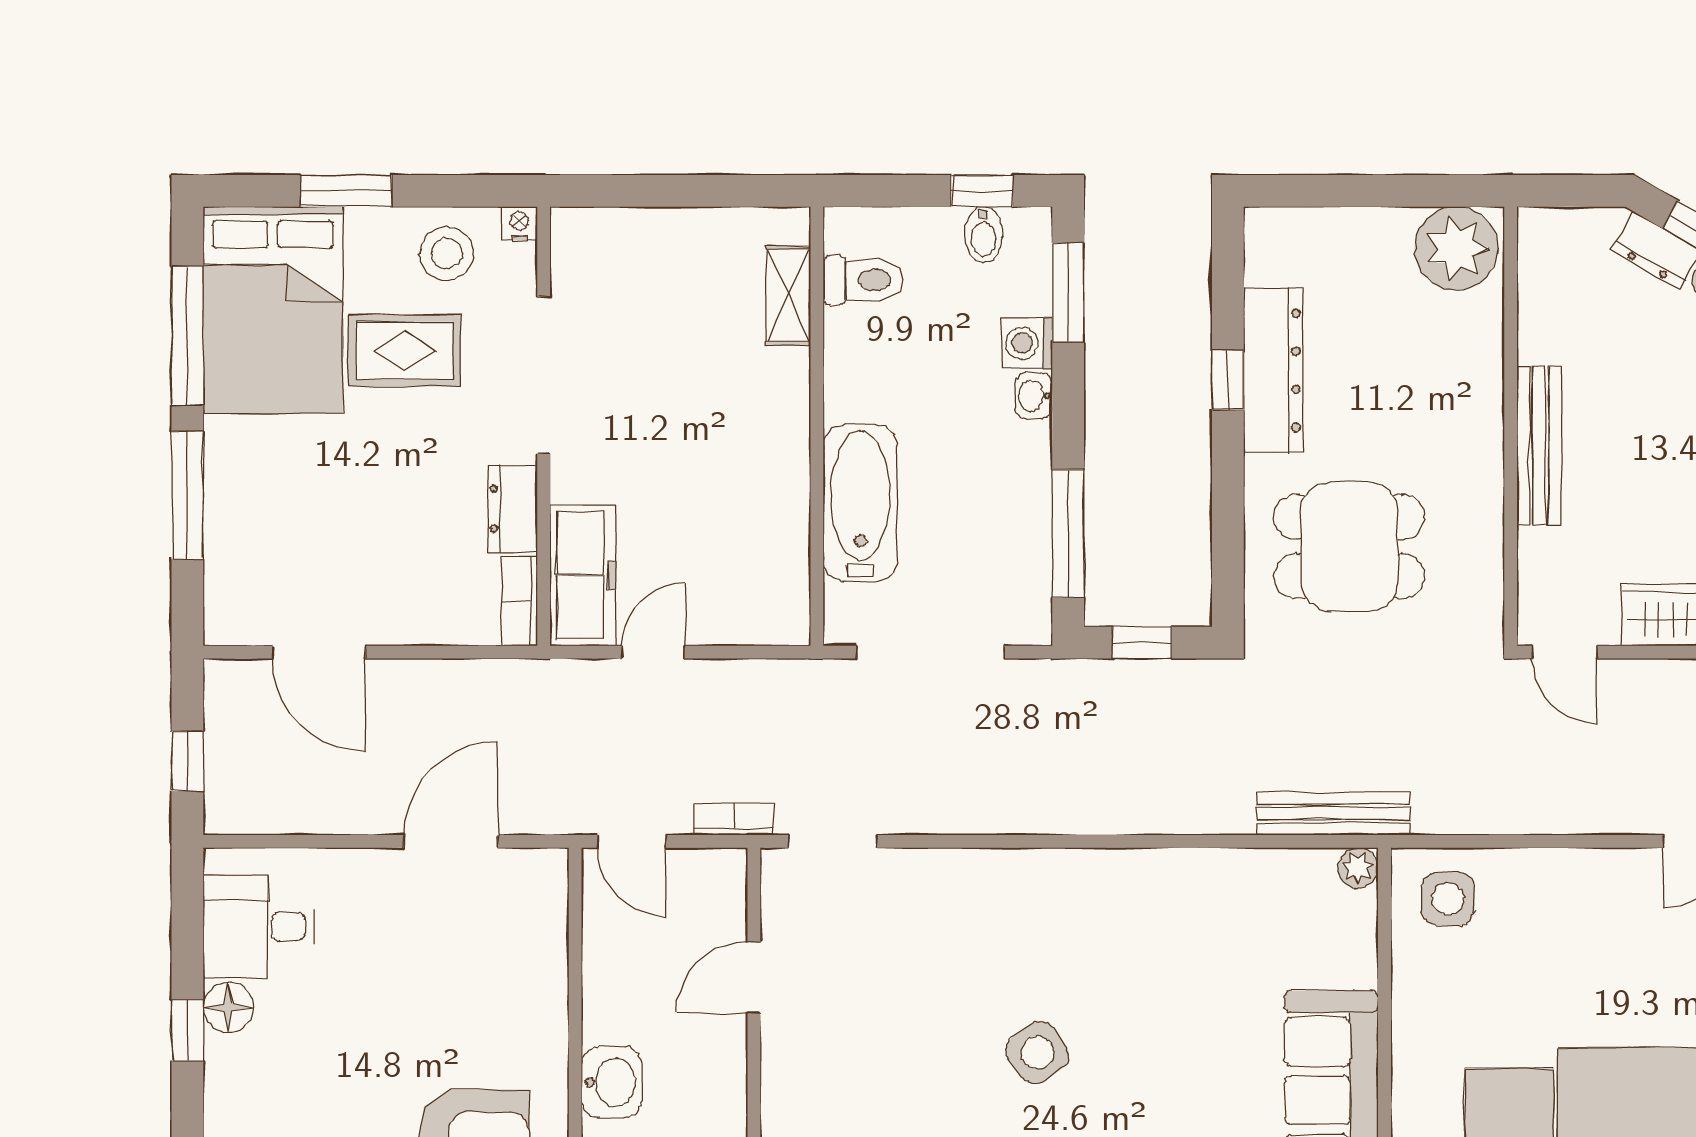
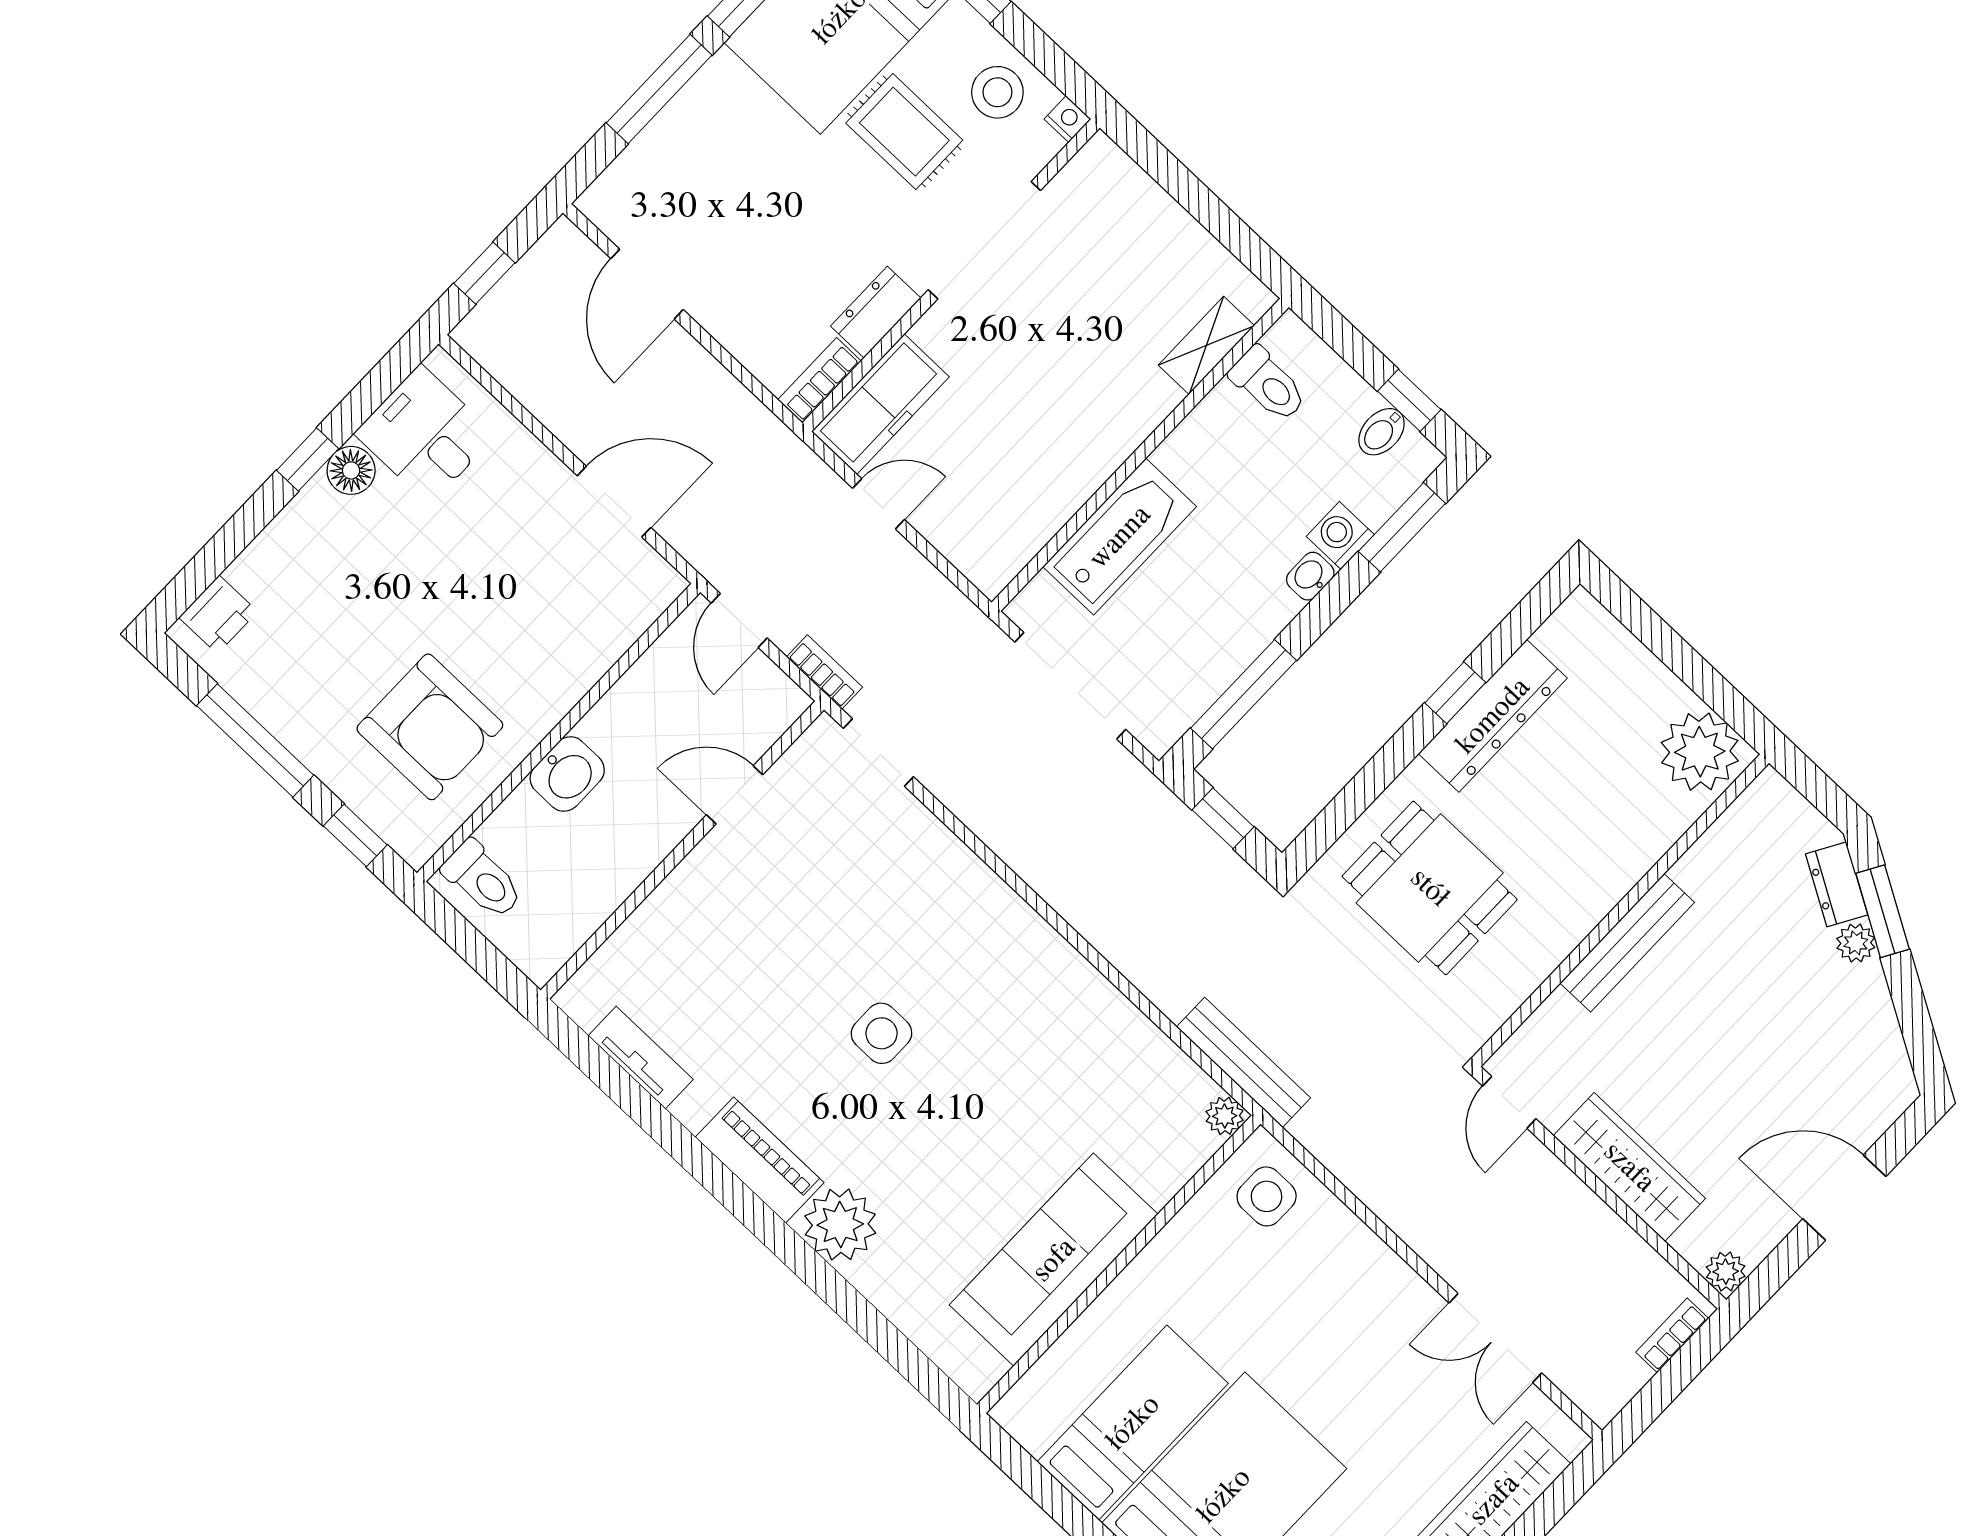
side table: (1038, 1053) -> (882, 1033), turned 35

